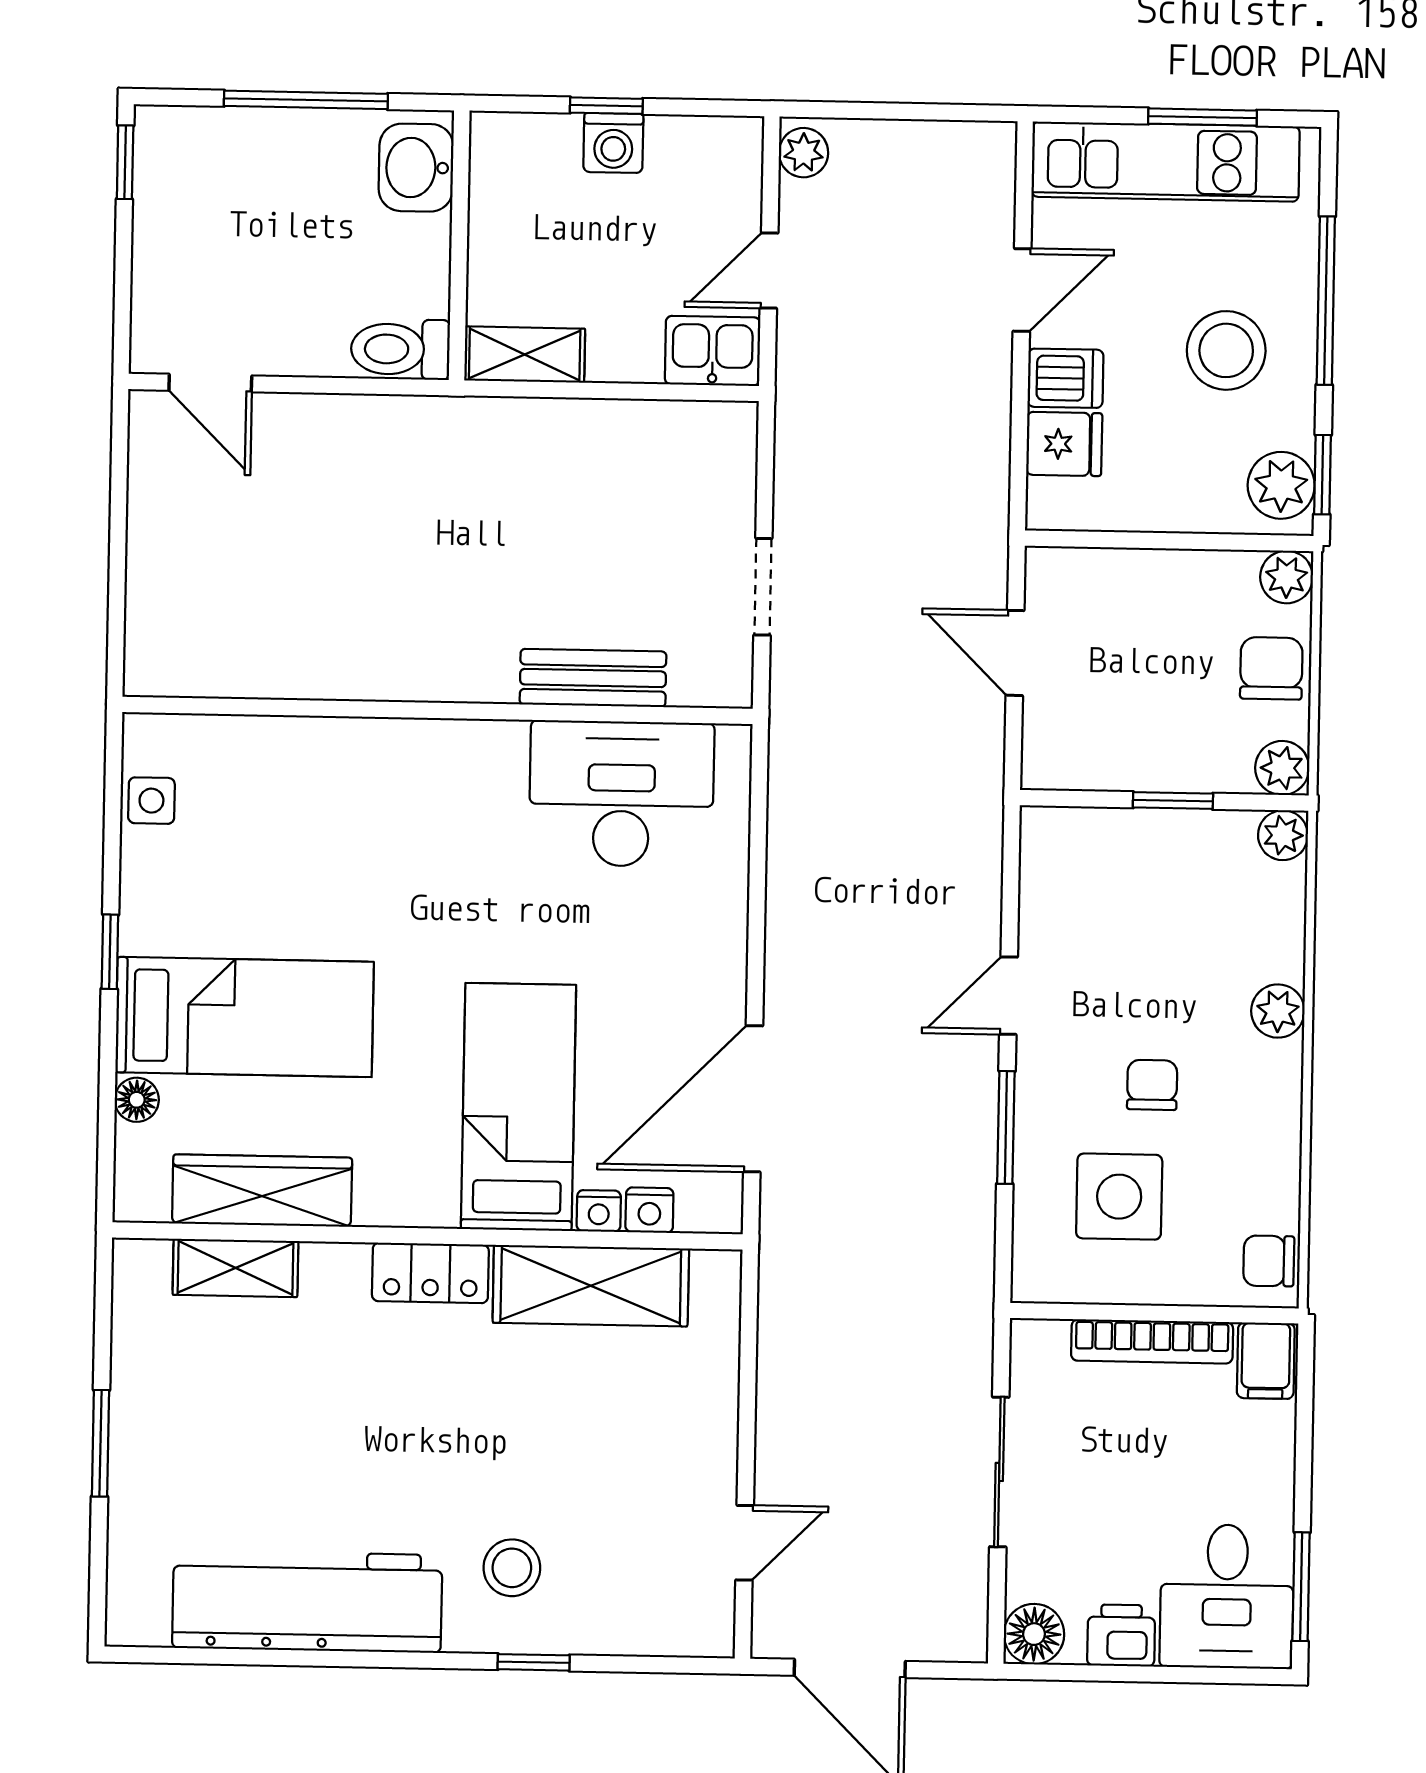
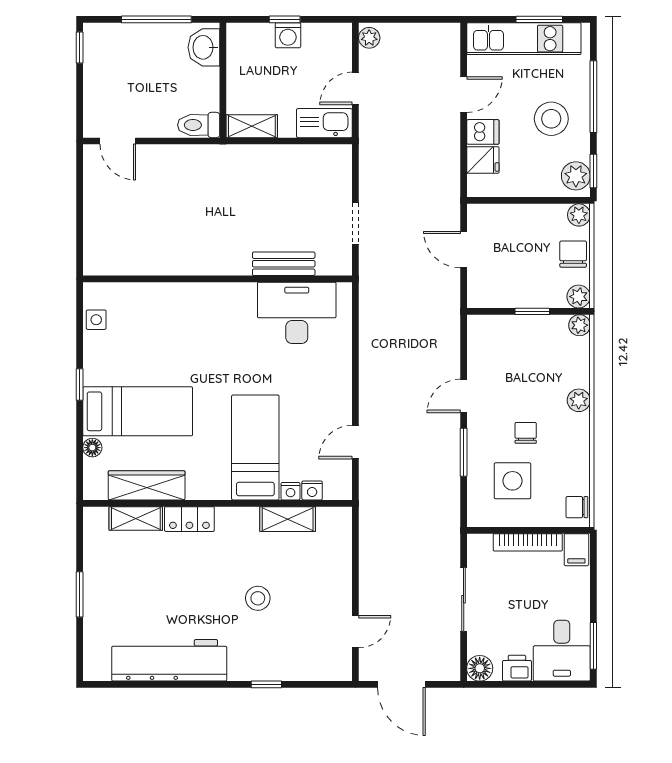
kitchen sink: (713, 351) -> (324, 123), width x1.38
door: (753, 1099) -> (355, 442), width x0.53
locker: (430, 1273) -> (189, 519), moved
shelving: (591, 1286) -> (288, 519), width x0.67, depth x0.75
stool: (512, 1568) -> (258, 598), moved

